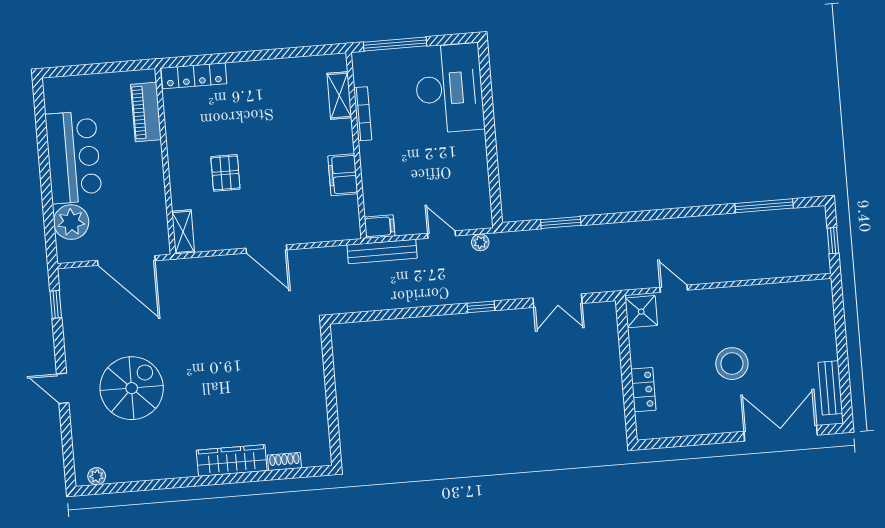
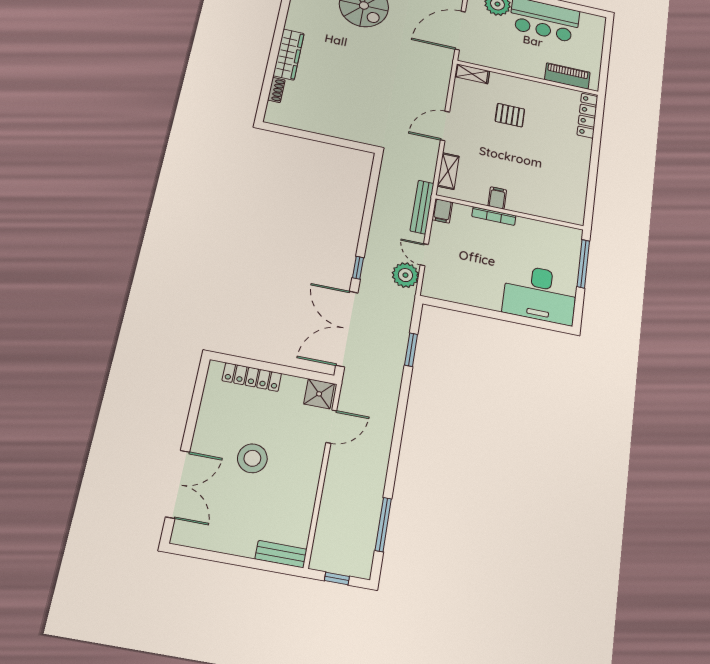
shelving: (339, 96) -> (448, 171), moved, turned 90
bookcase: (363, 114) -> (494, 216), moved
filing cabinet: (343, 175) -> (497, 198), width x0.50
door: (442, 235) -> (424, 255), swing flipped
plant: (480, 242) -> (405, 275), width x1.88, depth x1.88
door: (674, 289) -> (331, 426), width x1.38
double door: (558, 301) -> (347, 329), width x1.87
bench: (830, 388) -> (281, 554), moved
locker: (643, 390) -> (252, 377), width x1.53

